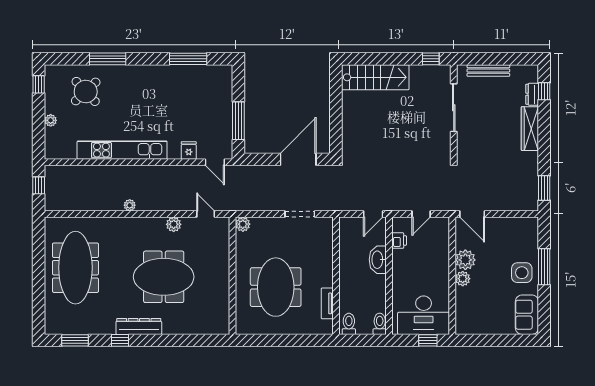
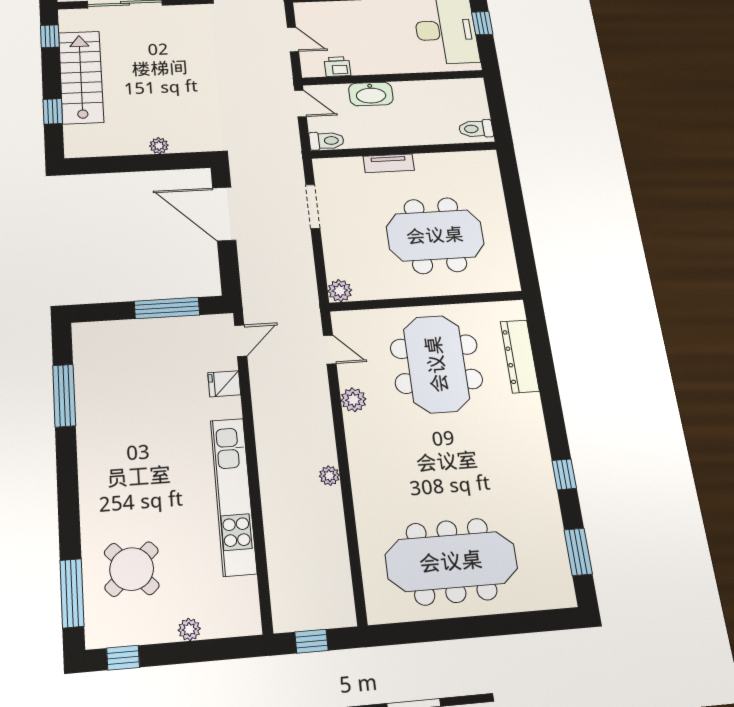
window: (108, 59) -> (72, 593), moved
window: (375, 59) -> (53, 111), added
stairs: (375, 77) -> (81, 77), moved
plant: (348, 123) -> (159, 146), added
door: (206, 214) -> (330, 350), swing flipped
meeting table: (164, 277) -> (436, 364), moved
tv unit: (327, 303) -> (389, 163), moved
toilet: (380, 324) -> (327, 141), moved, turned 180
dresser: (139, 326) -> (520, 356), moved

